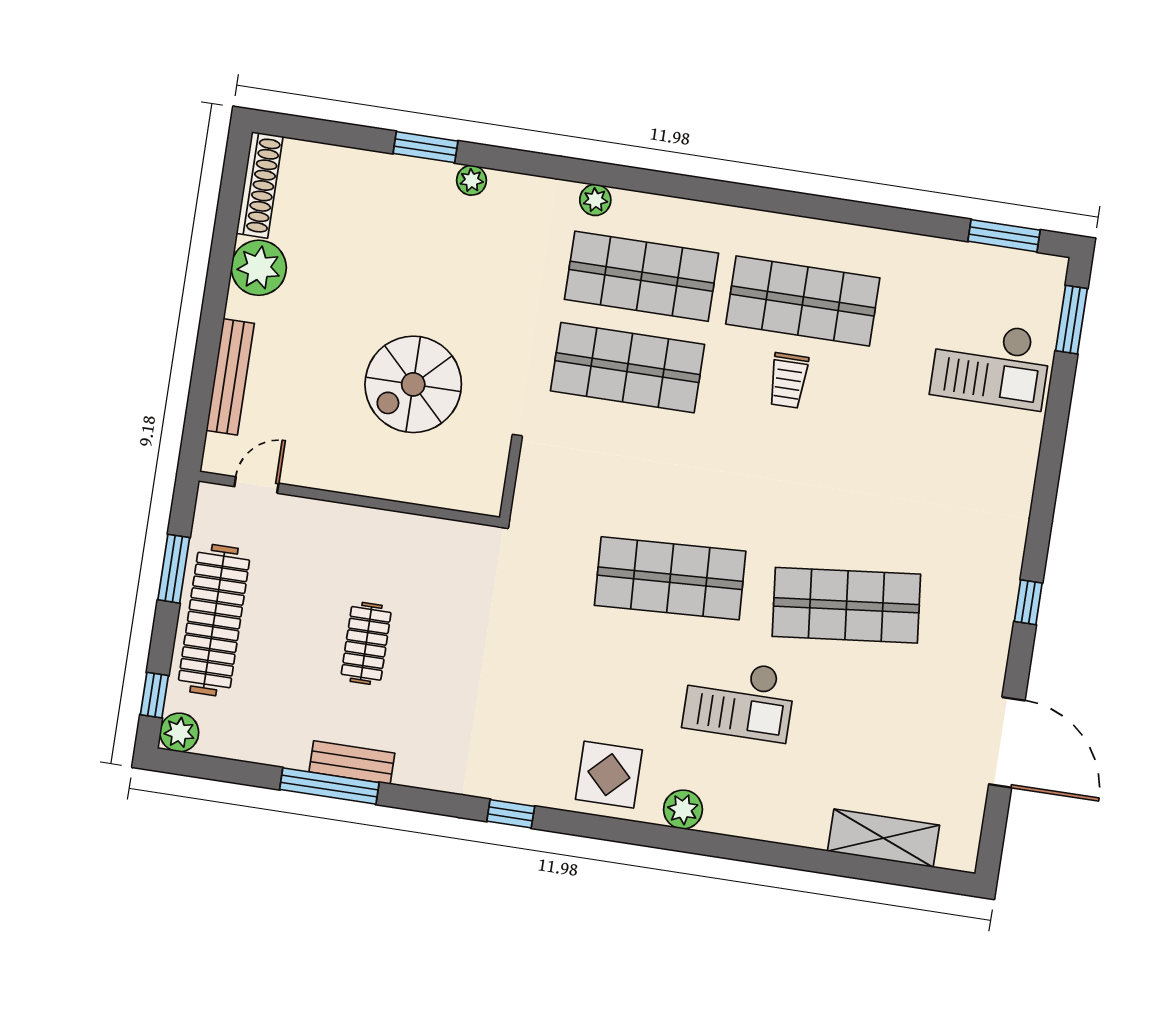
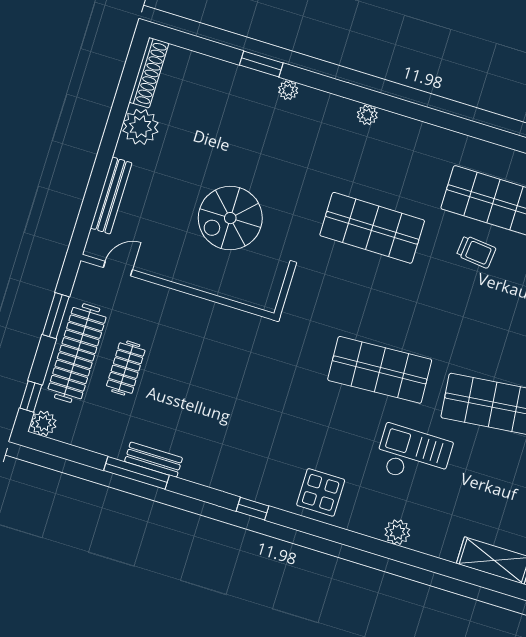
shop shelf: (641, 276) -> (390, 169), removed
trolley: (788, 380) -> (476, 252), turned -84
clothes rail: (366, 643) -> (126, 368), moved
checkout: (739, 699) -> (413, 456), turned 180
plant: (683, 809) -> (397, 532), moved

